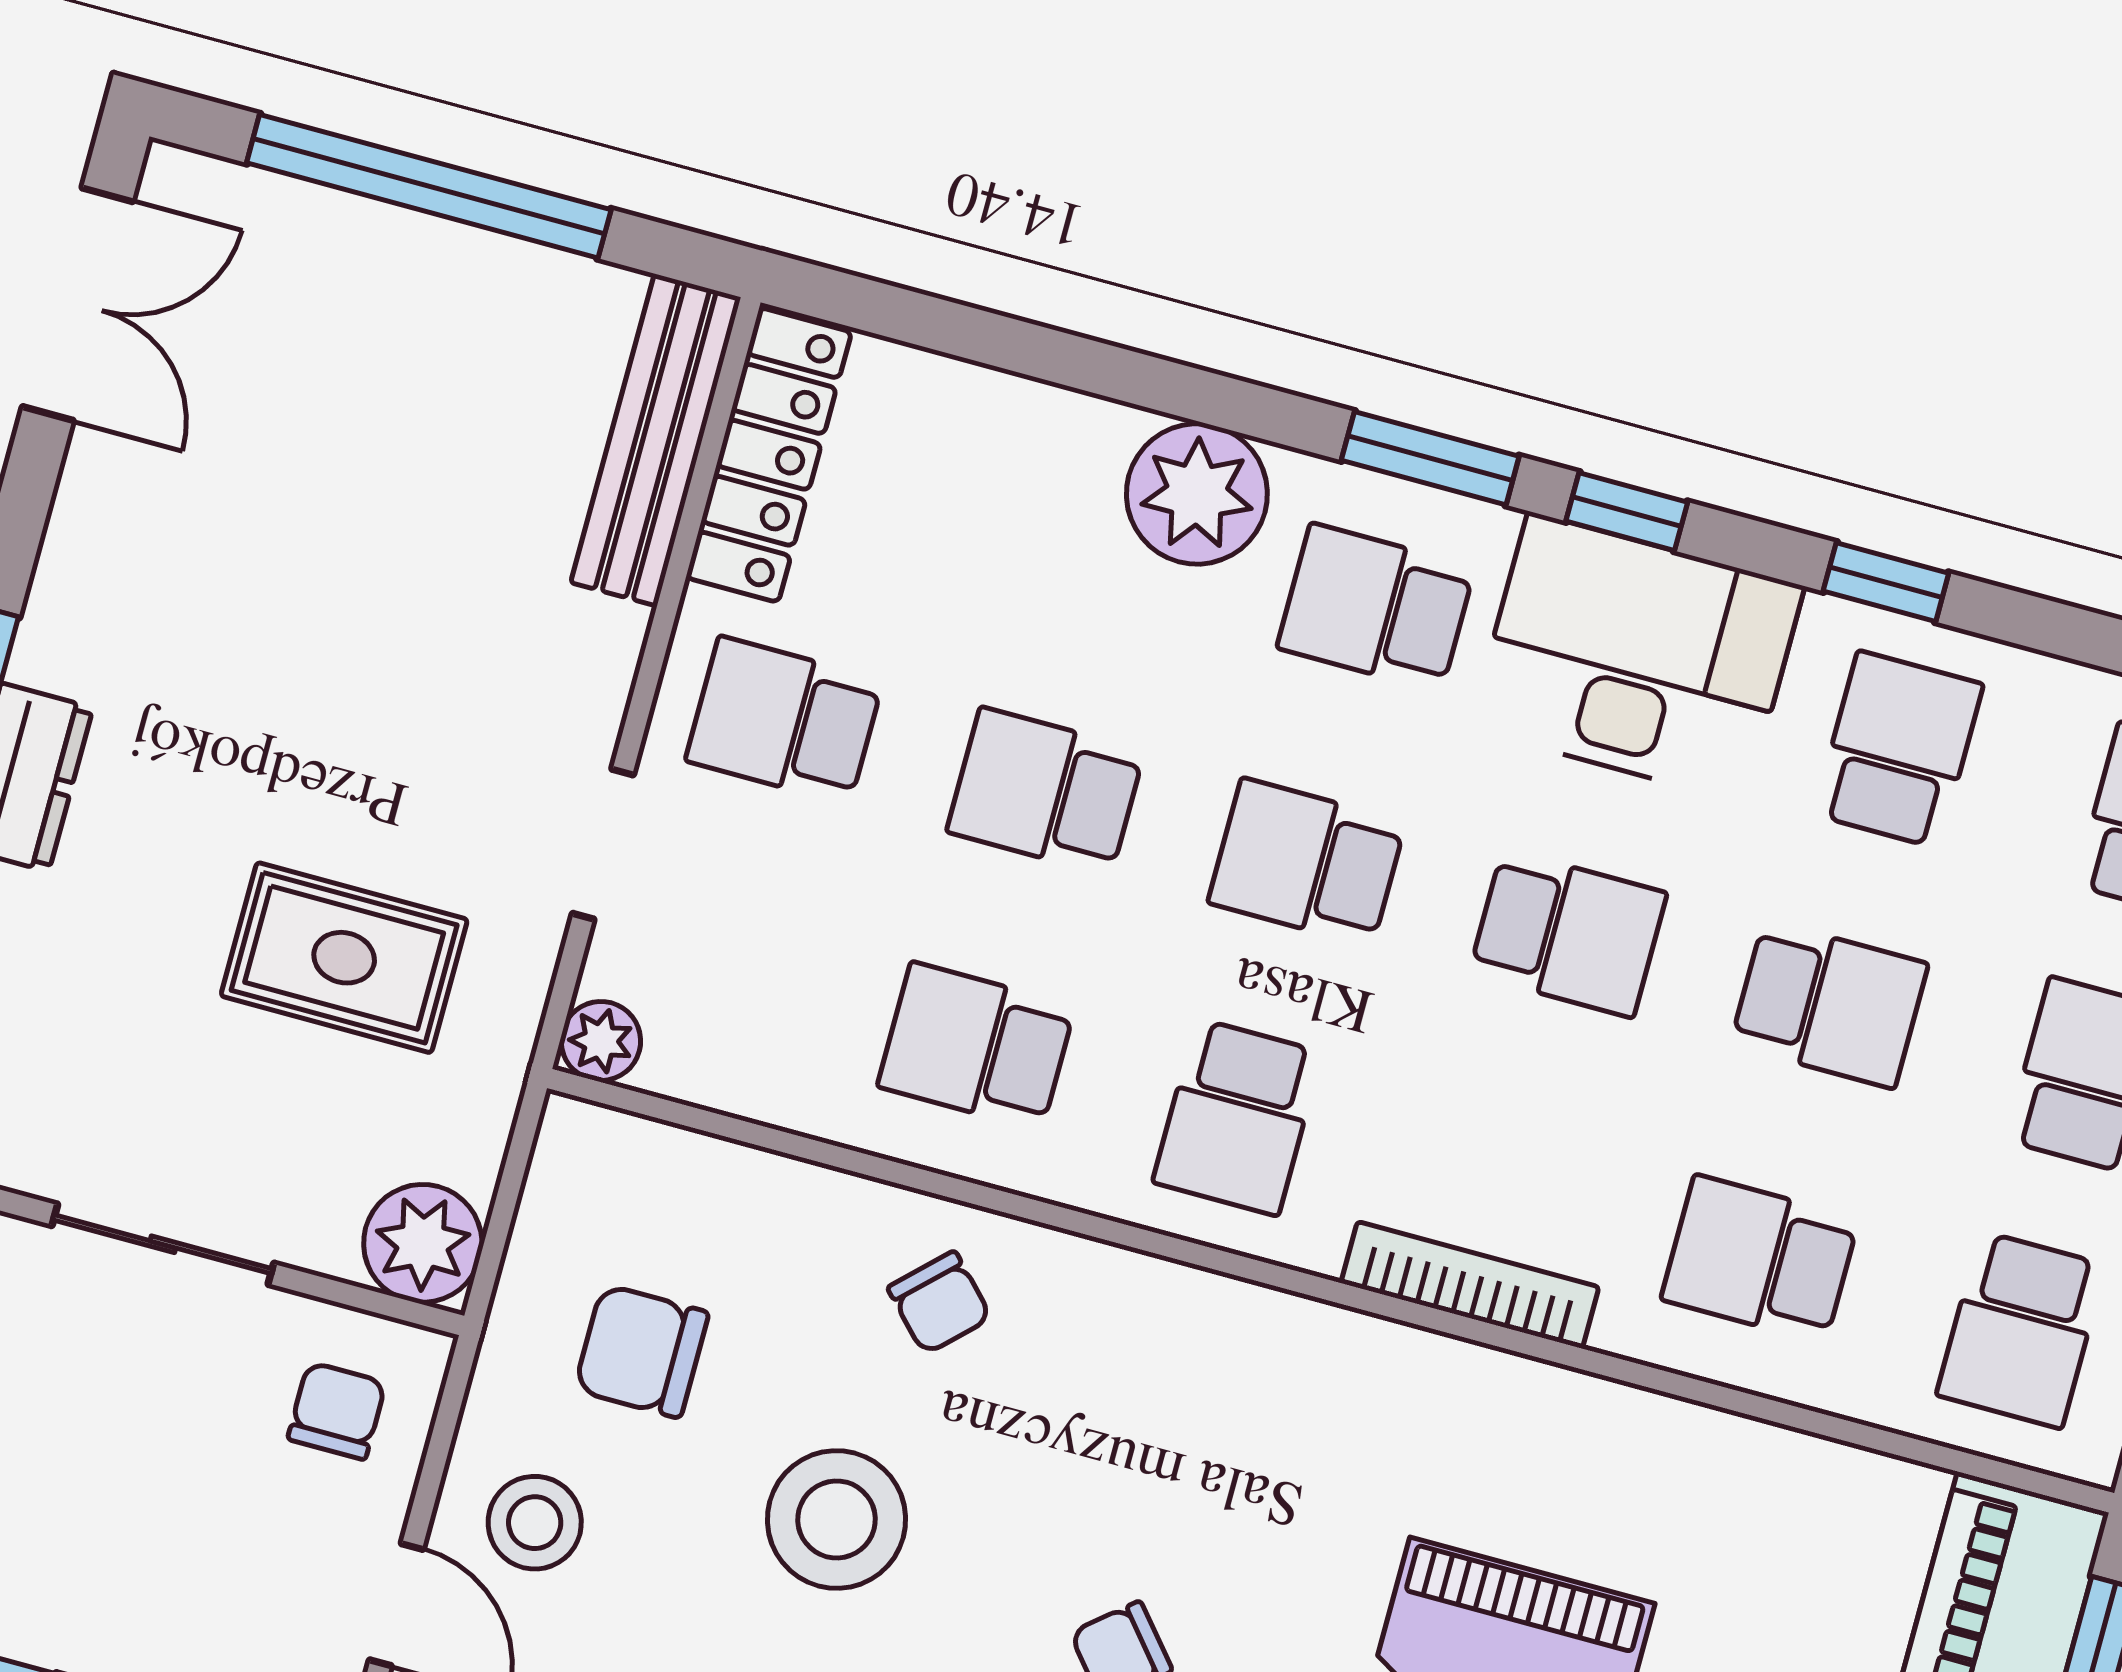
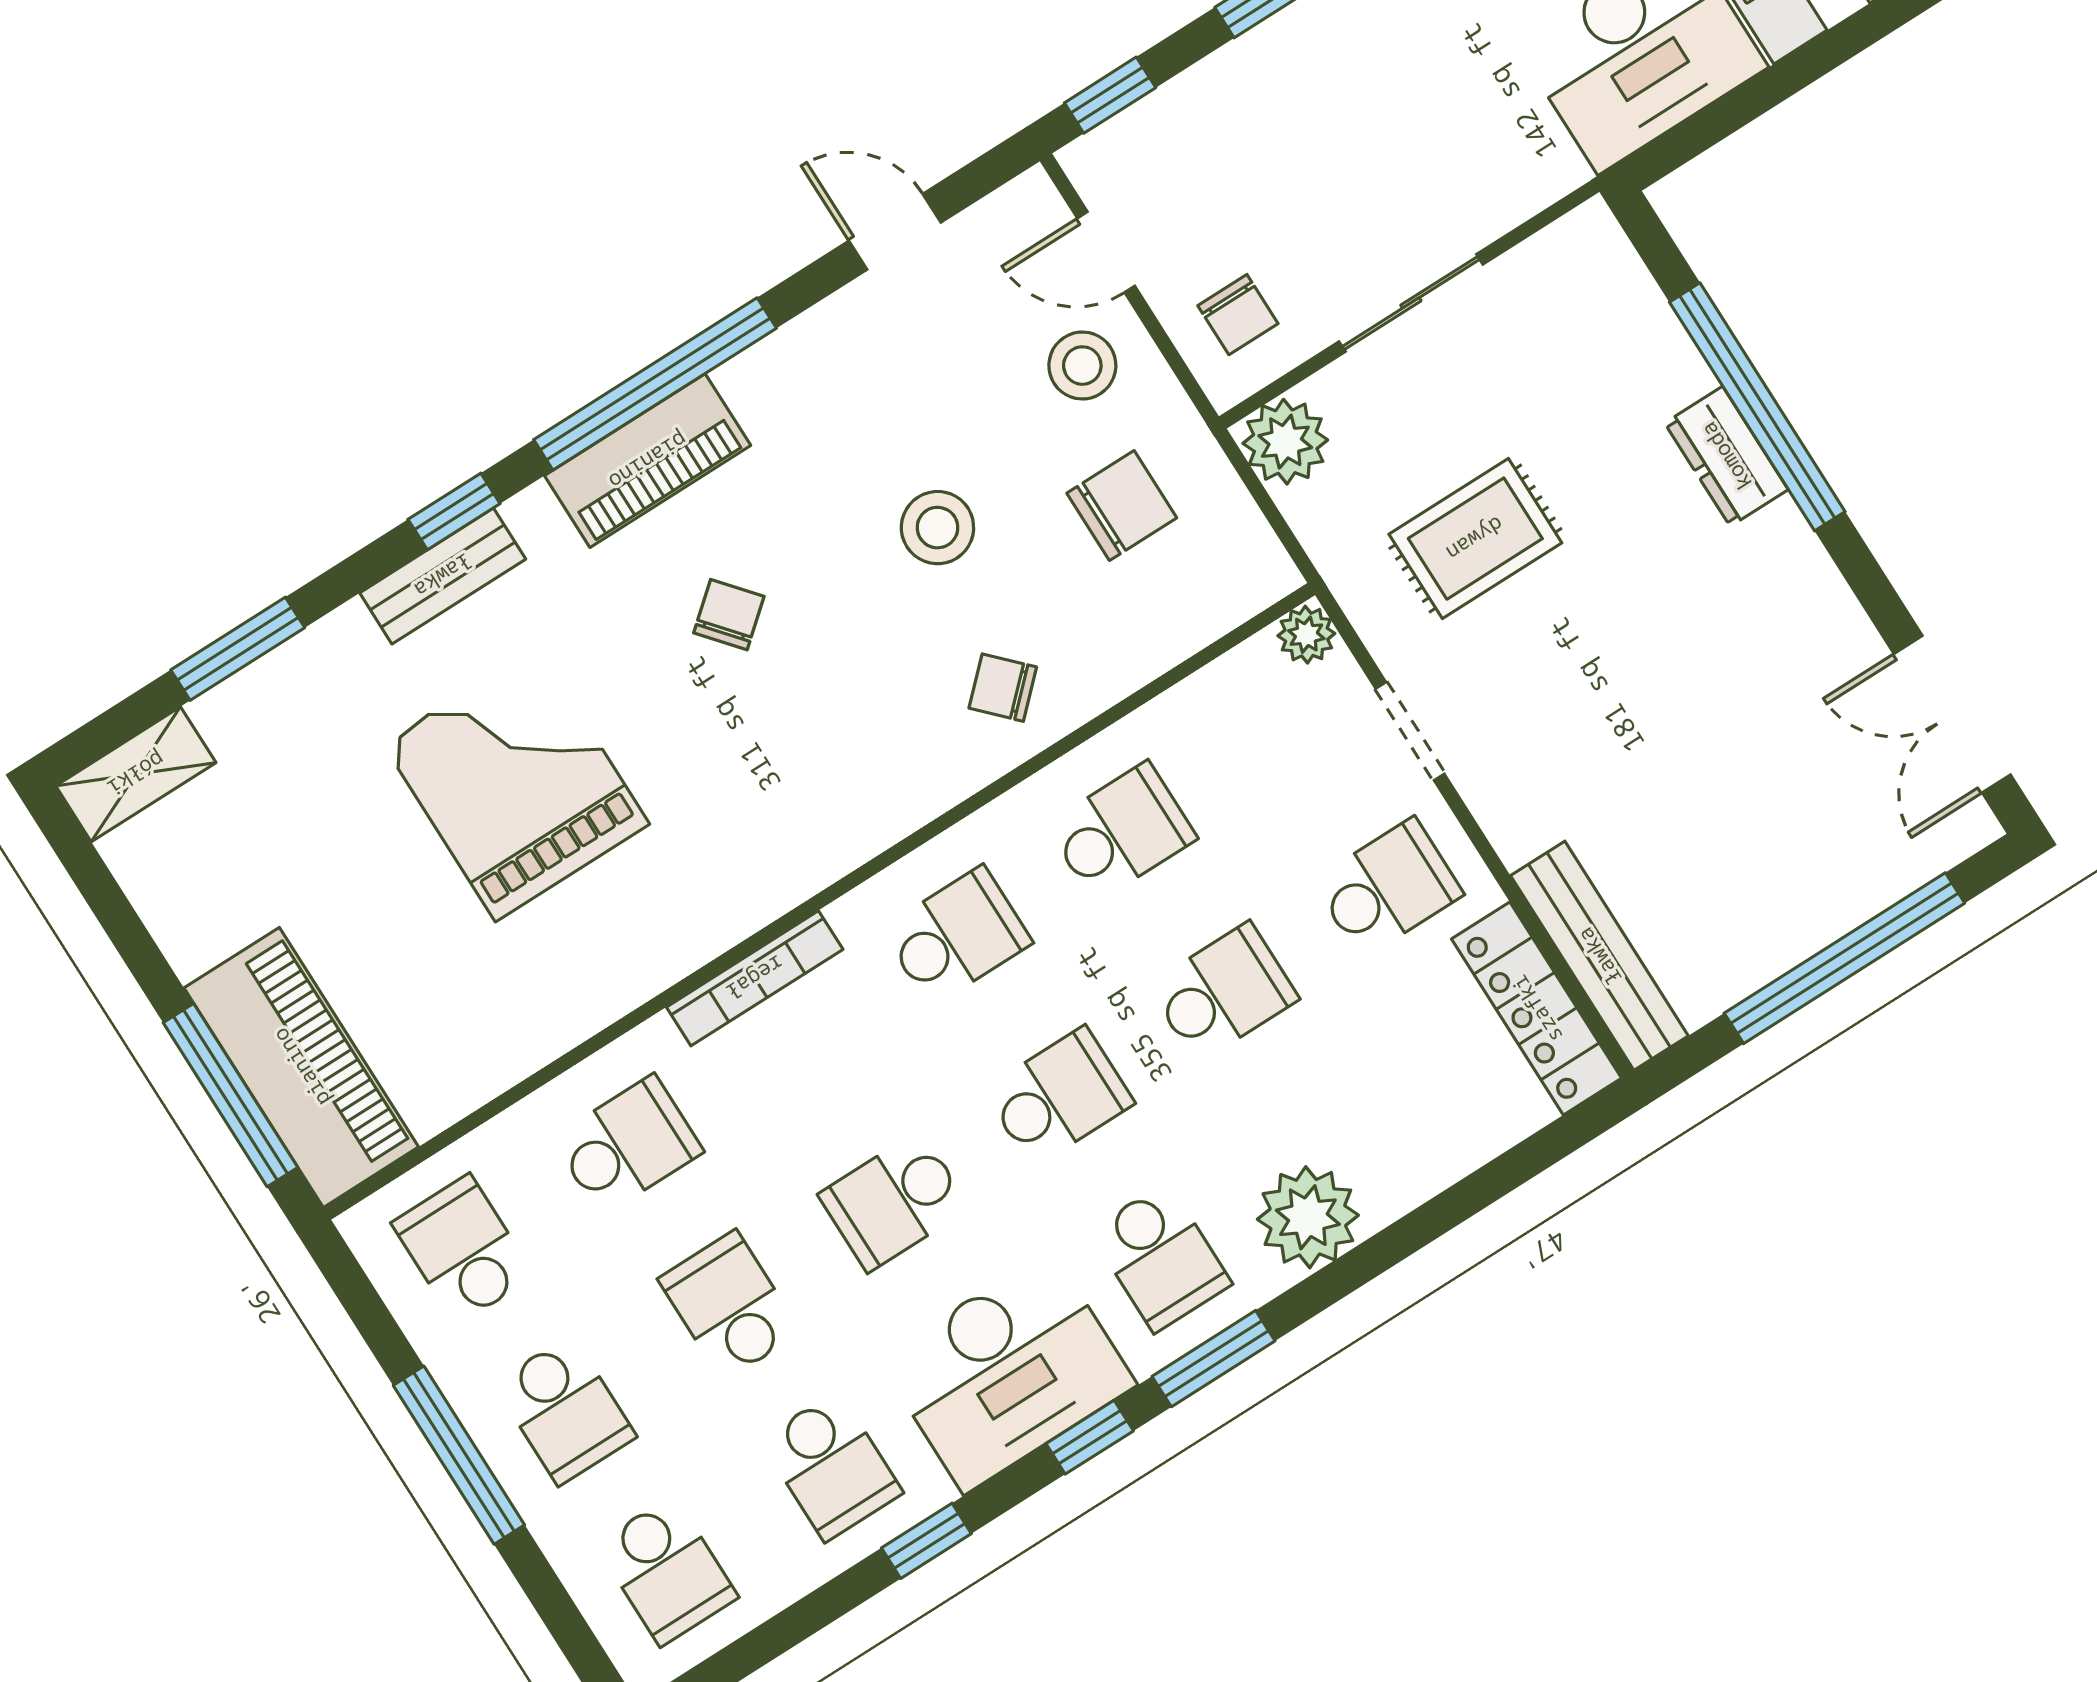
school desk: (1376, 608) -> (1161, 1257), turned 90
school desk: (1829, 1004) -> (729, 1306), turned 90
school desk: (1238, 1117) -> (957, 936), turned 90
stool: (837, 1519) -> (937, 528), width x0.73, depth x0.73

